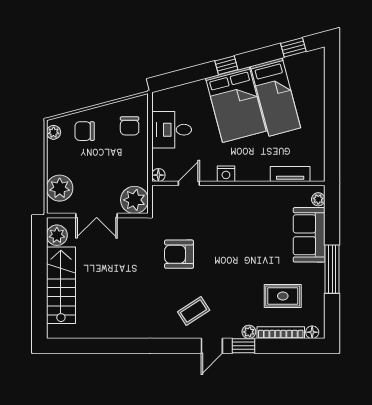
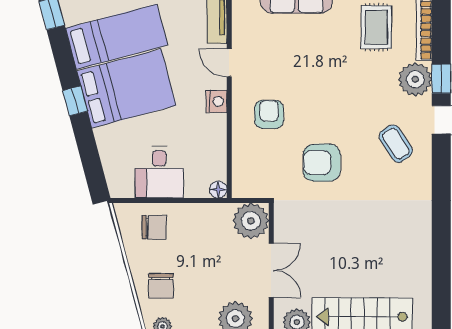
door: (189, 183) -> (229, 63), moved
armchair: (216, 214) -> (269, 114), added
armchair: (179, 254) -> (322, 163), turned 90
plant: (249, 332) -> (415, 79), width x1.88, depth x1.88

